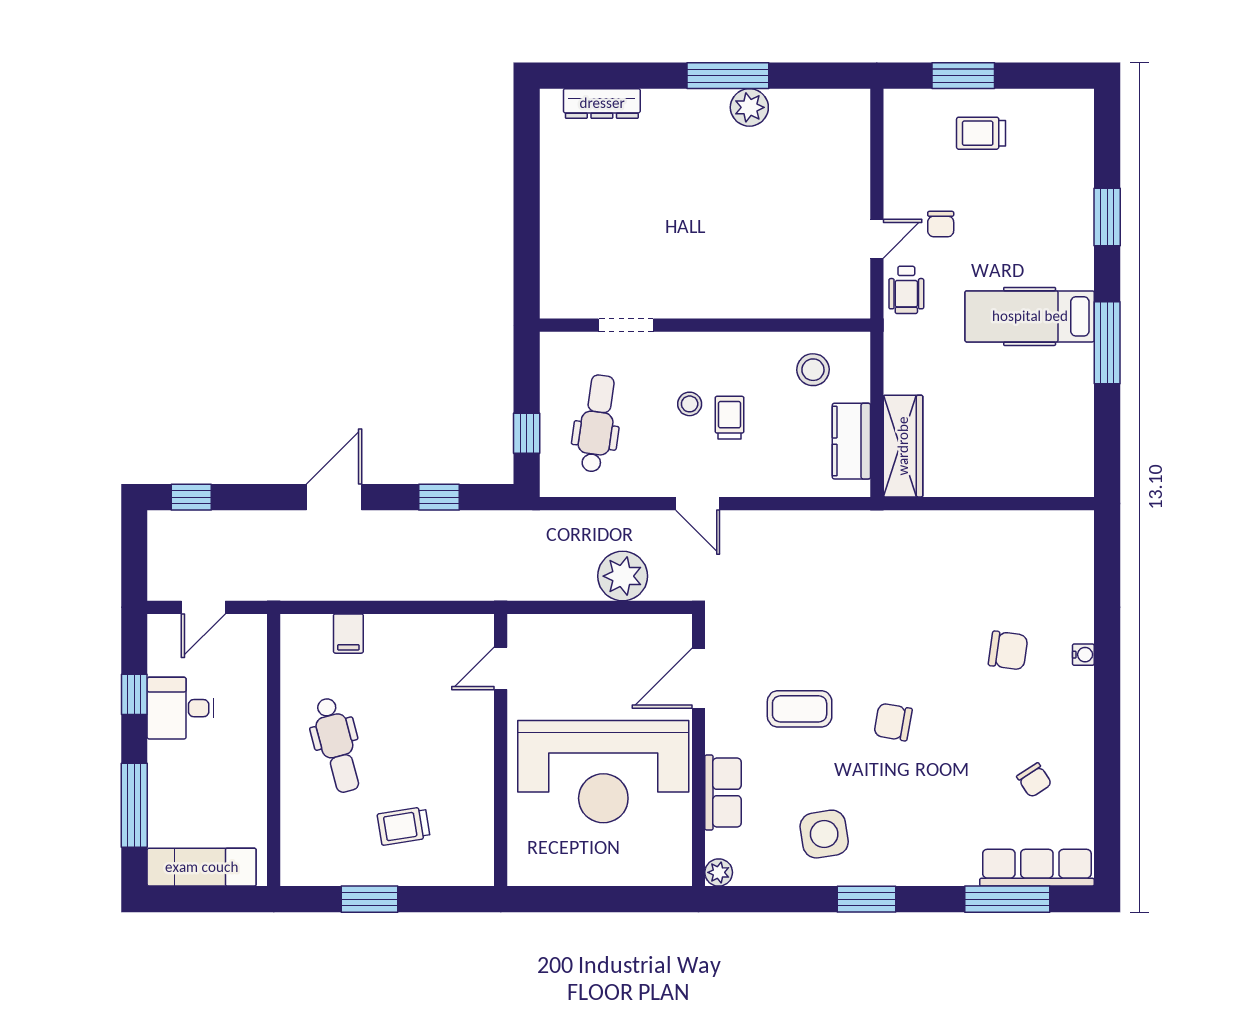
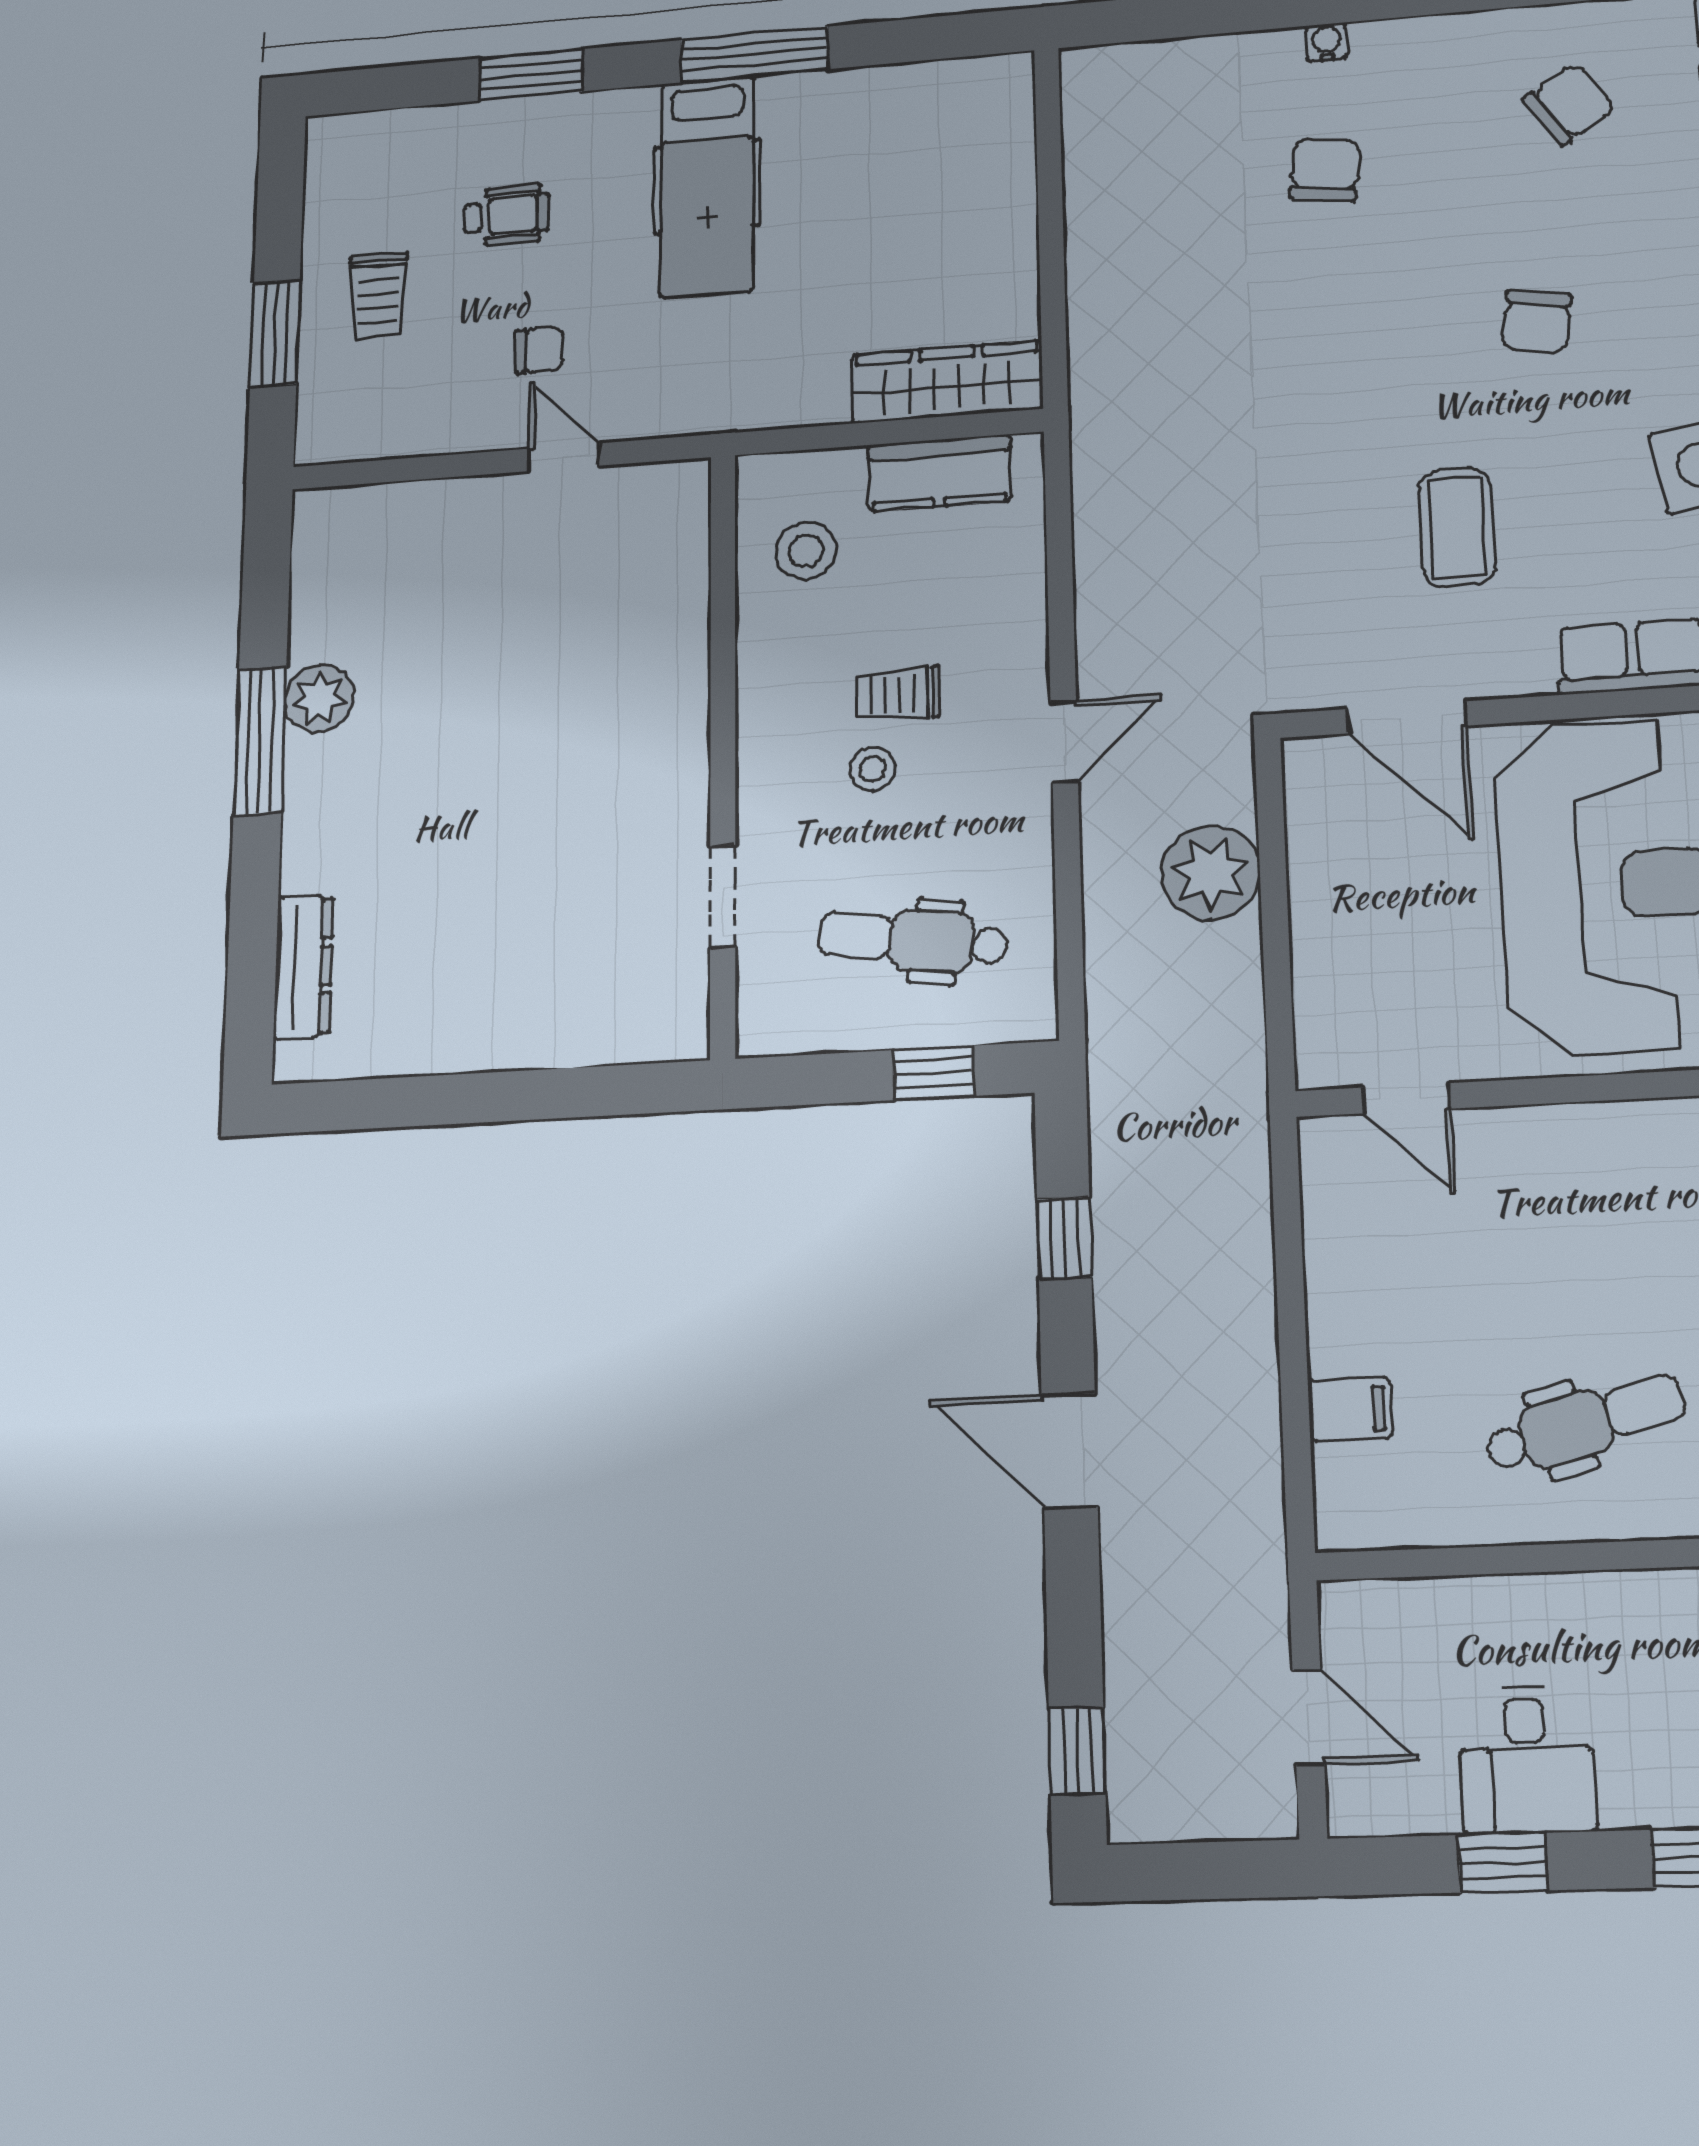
wheelchair: (906, 290) -> (506, 215), moved
chair: (893, 722) -> (1536, 322), moved
chair: (1034, 780) -> (1569, 104), width x1.37, depth x1.37

